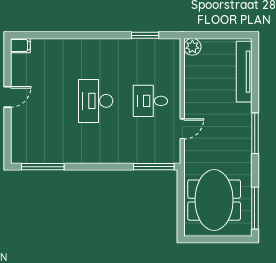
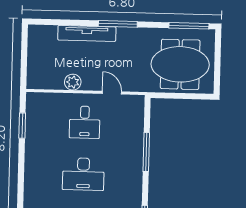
plant: (192, 47) -> (73, 82), moved
tv unit: (244, 72) -> (87, 33), moved
window: (154, 167) -> (146, 152), moved

